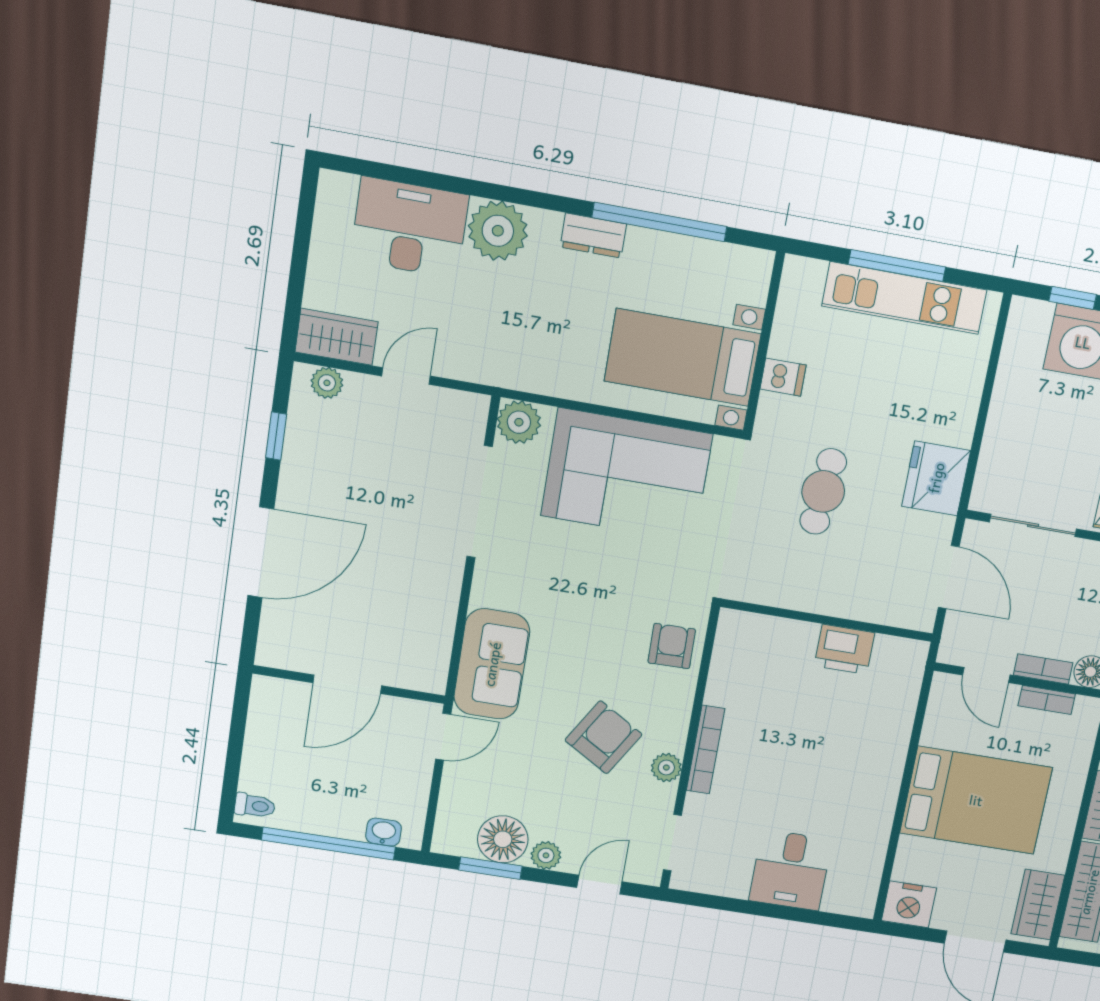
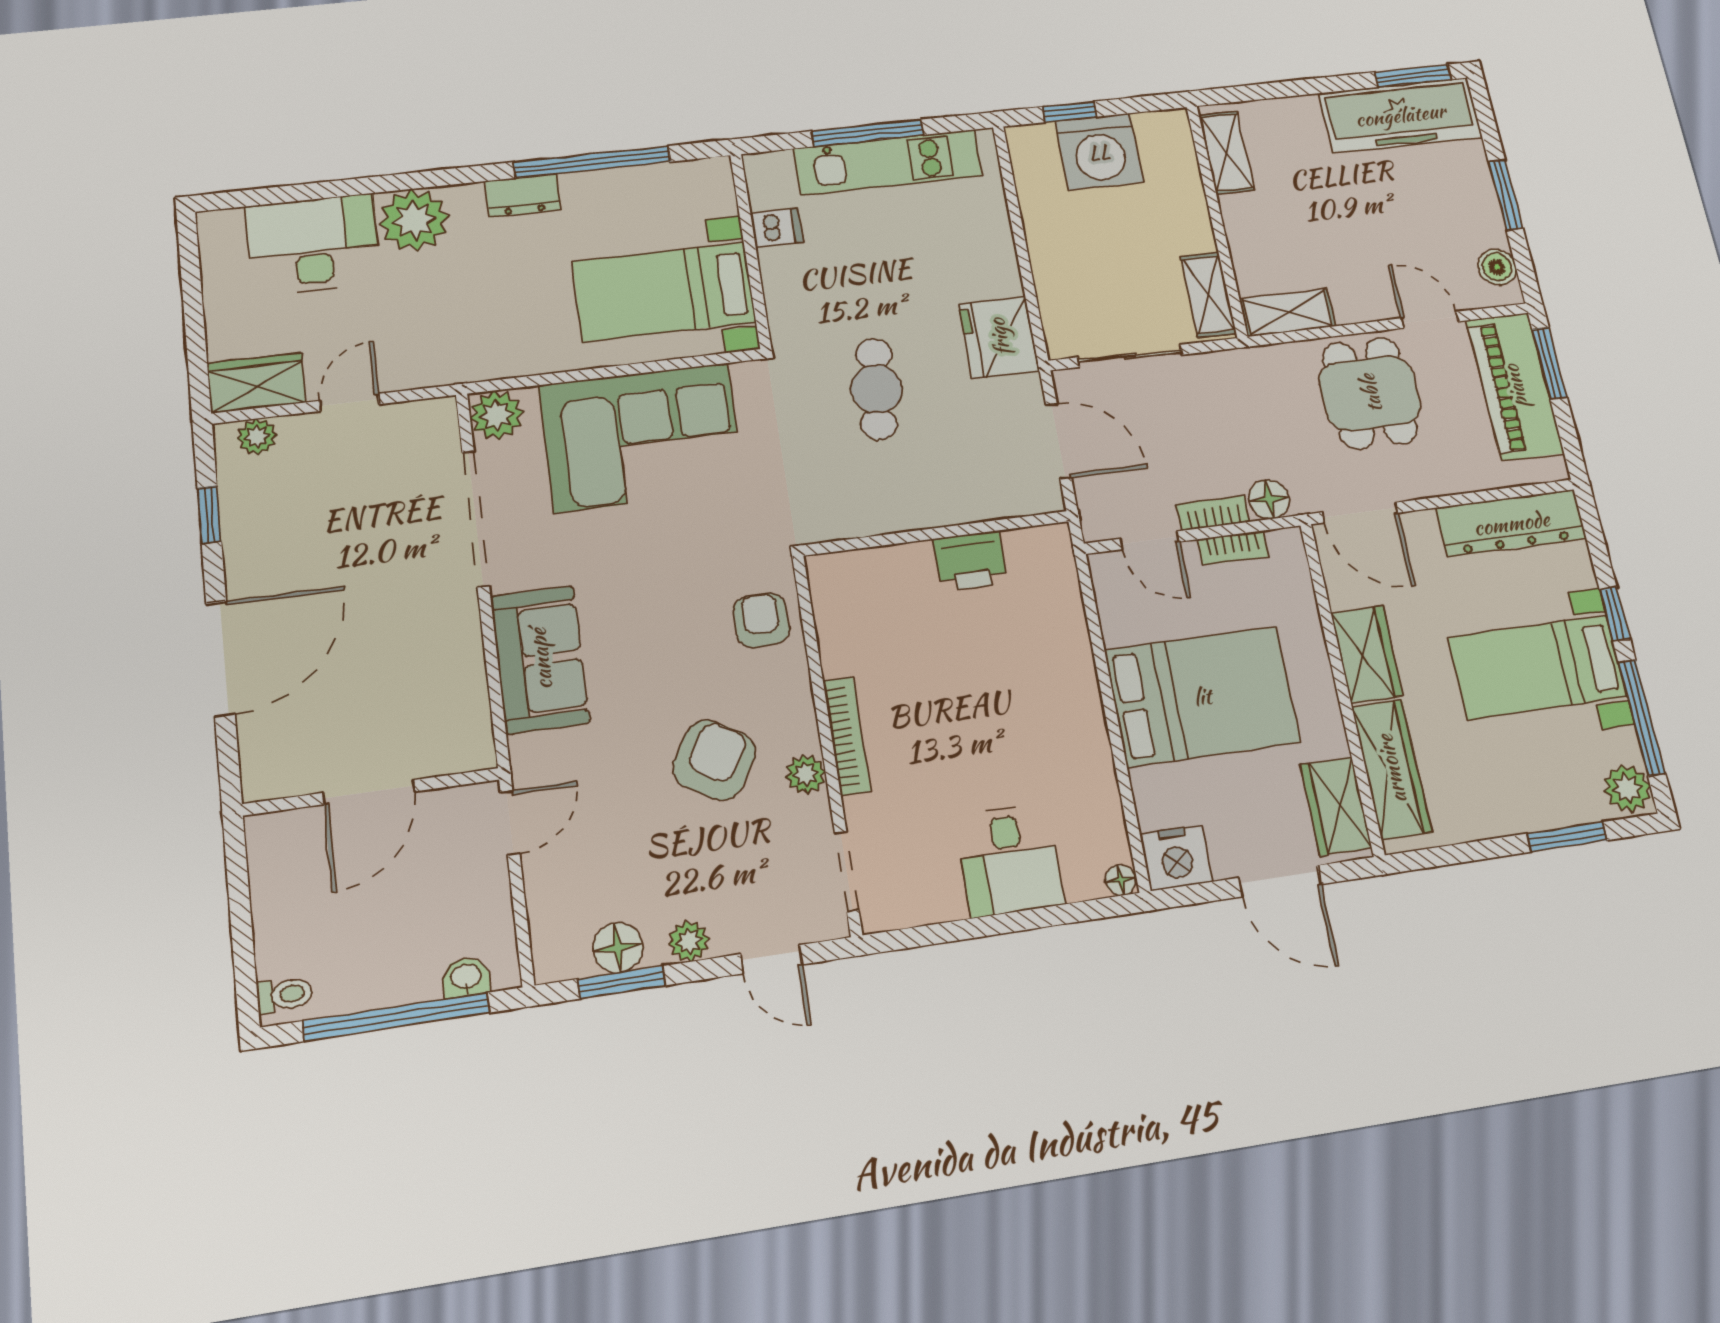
dishwasher: (783, 377) -> (777, 228), moved
sofa: (492, 664) -> (540, 659), moved
floor lamp: (503, 839) -> (618, 948), width x0.73, depth x0.73
door: (599, 885) -> (771, 959), swing flipped
floor lamp: (863, 907) -> (1121, 880), added

